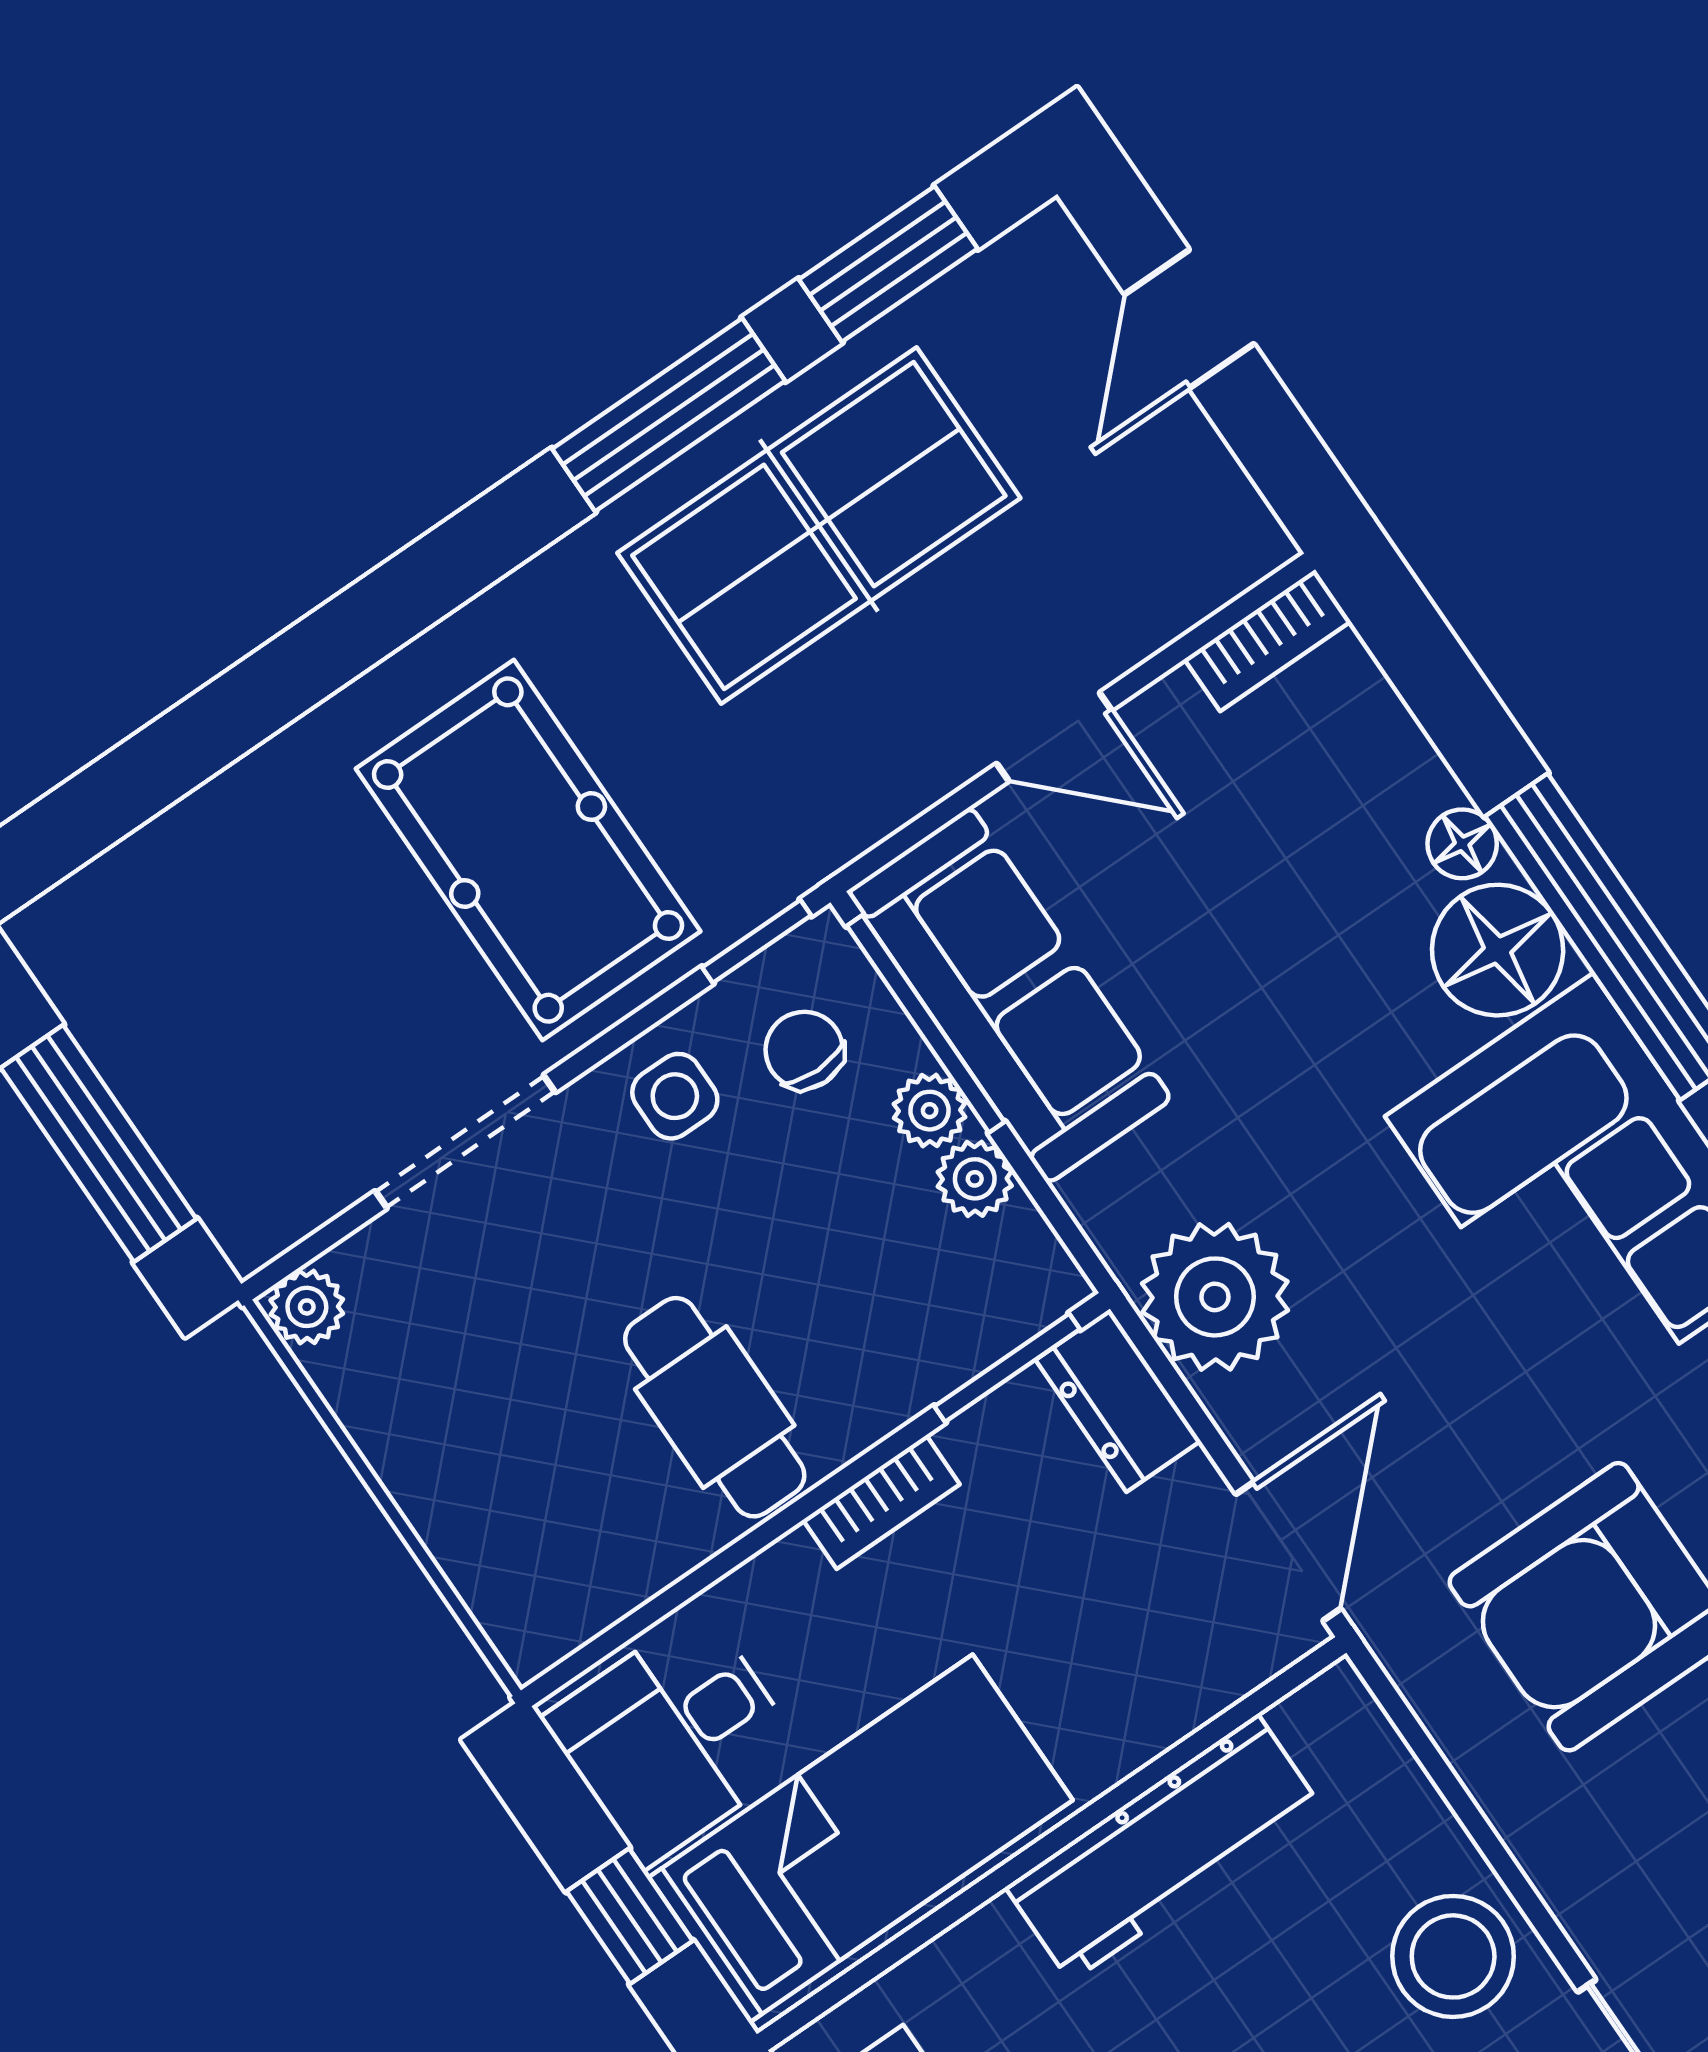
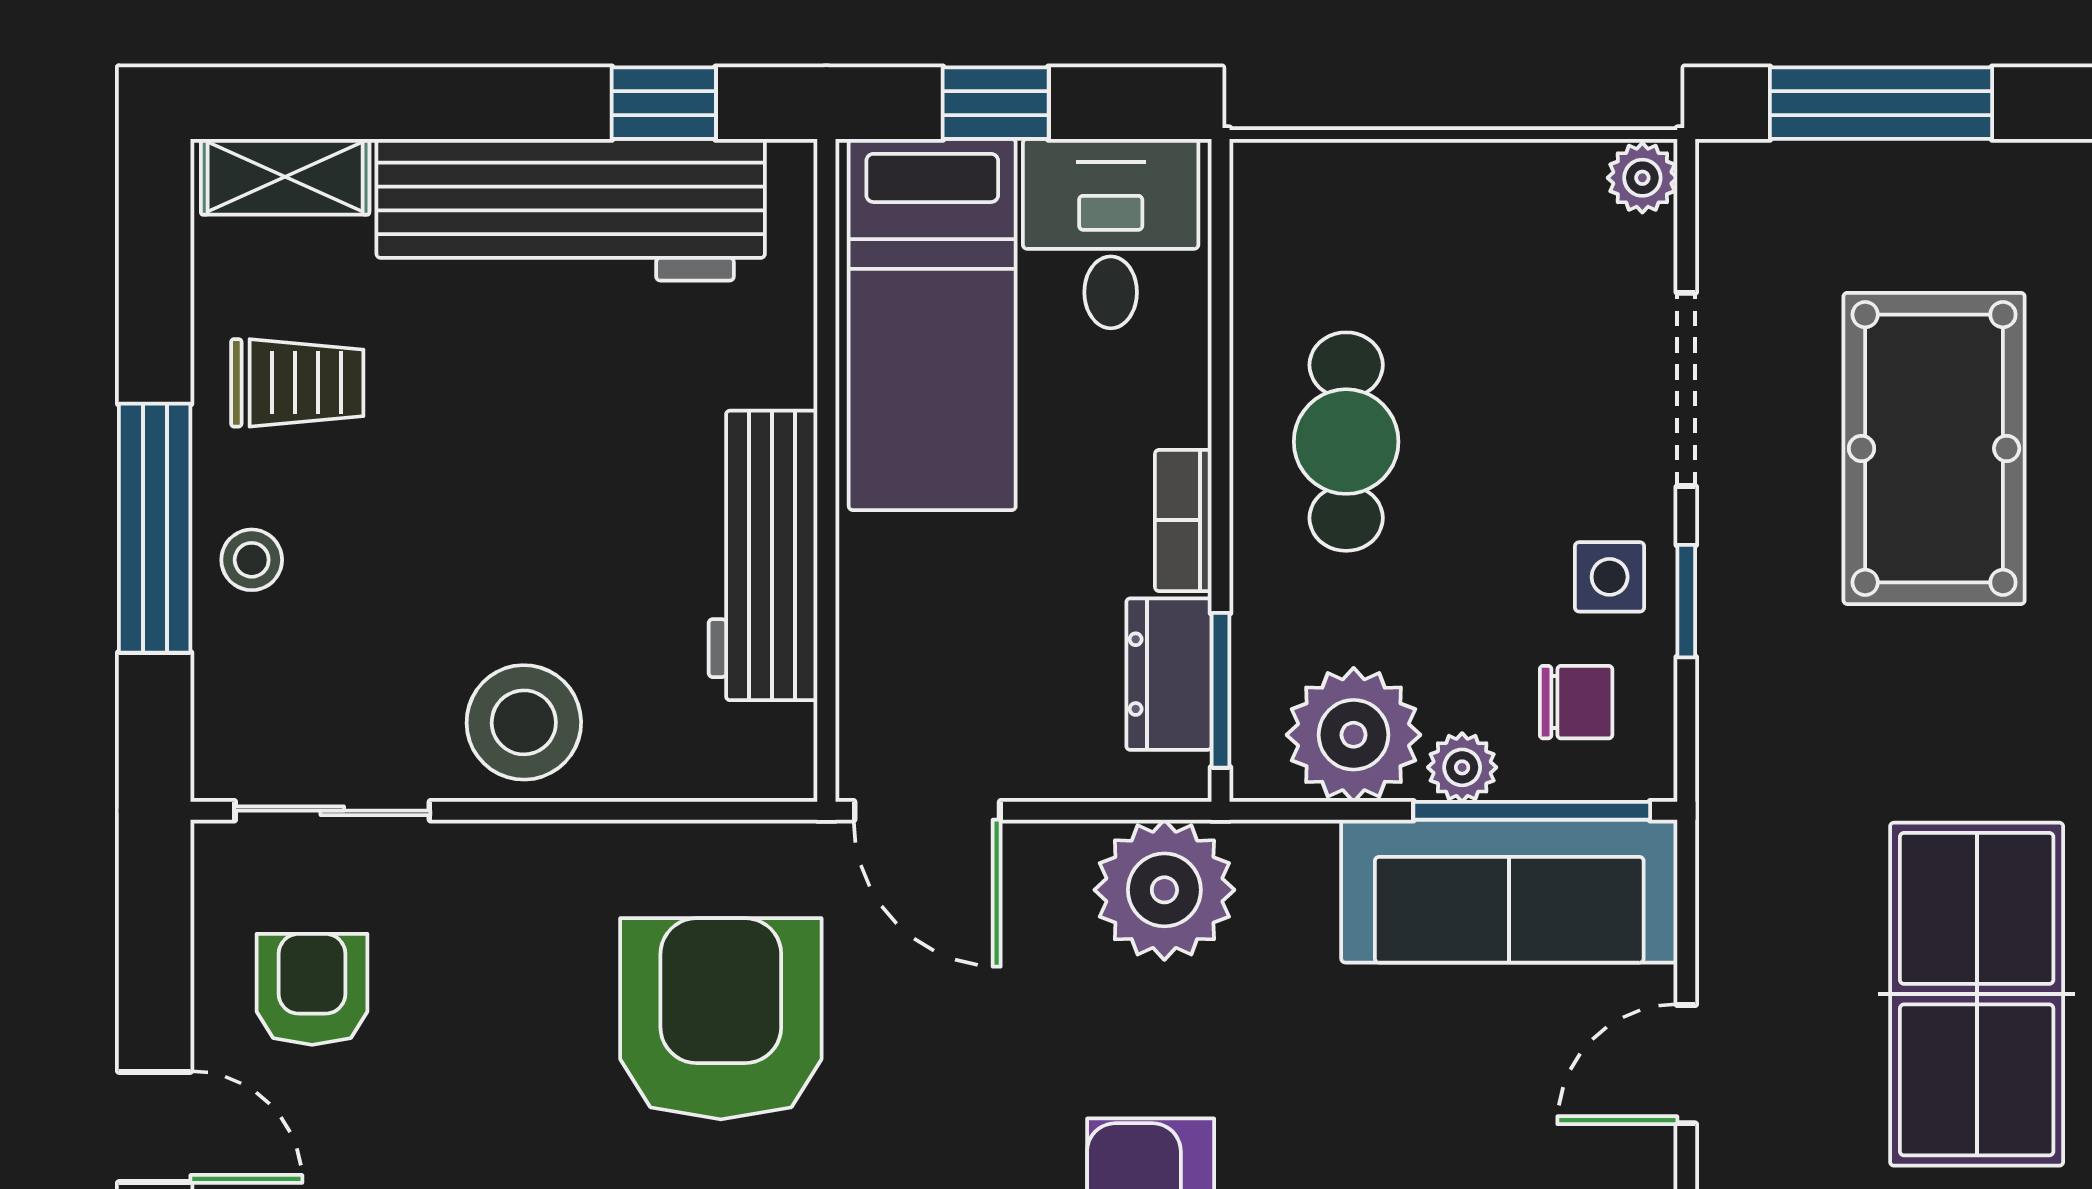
pool table: (528, 850) -> (1934, 448), moved, turned 90
window: (757, 941) -> (1686, 601), moved
plant: (975, 1179) -> (1354, 735), width x1.87, depth x1.87
dresser: (1118, 1400) -> (1169, 674), moved, turned -90
cafe table: (715, 1407) -> (1346, 442), turned 90

